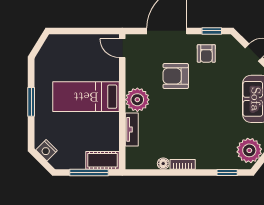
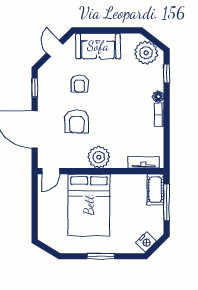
armchair: (206, 53) -> (79, 84), moved, turned 90
bed: (86, 97) -> (89, 205), width x1.50
tv unit: (132, 129) -> (143, 162), moved
floor lamp: (163, 164) -> (158, 97), moved

